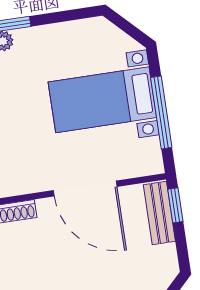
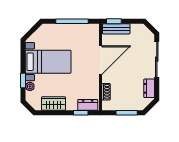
bed with nightstands: (102, 100) -> (48, 62), moved, turned -90

